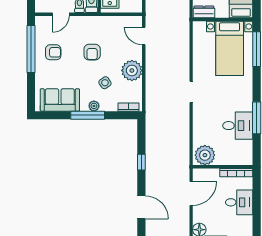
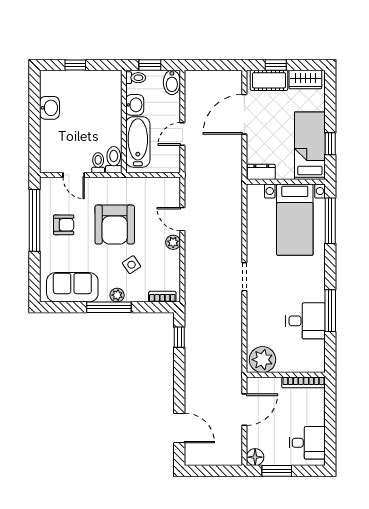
door: (61, 14) -> (74, 175), hinge flipped
door: (144, 36) -> (182, 219), moved
armchair: (92, 52) -> (115, 225), width x1.88, depth x1.88
plant: (132, 70) -> (173, 242), width x0.53, depth x0.53
window: (141, 162) -> (179, 337), moved
desk: (239, 202) -> (307, 443), moved

